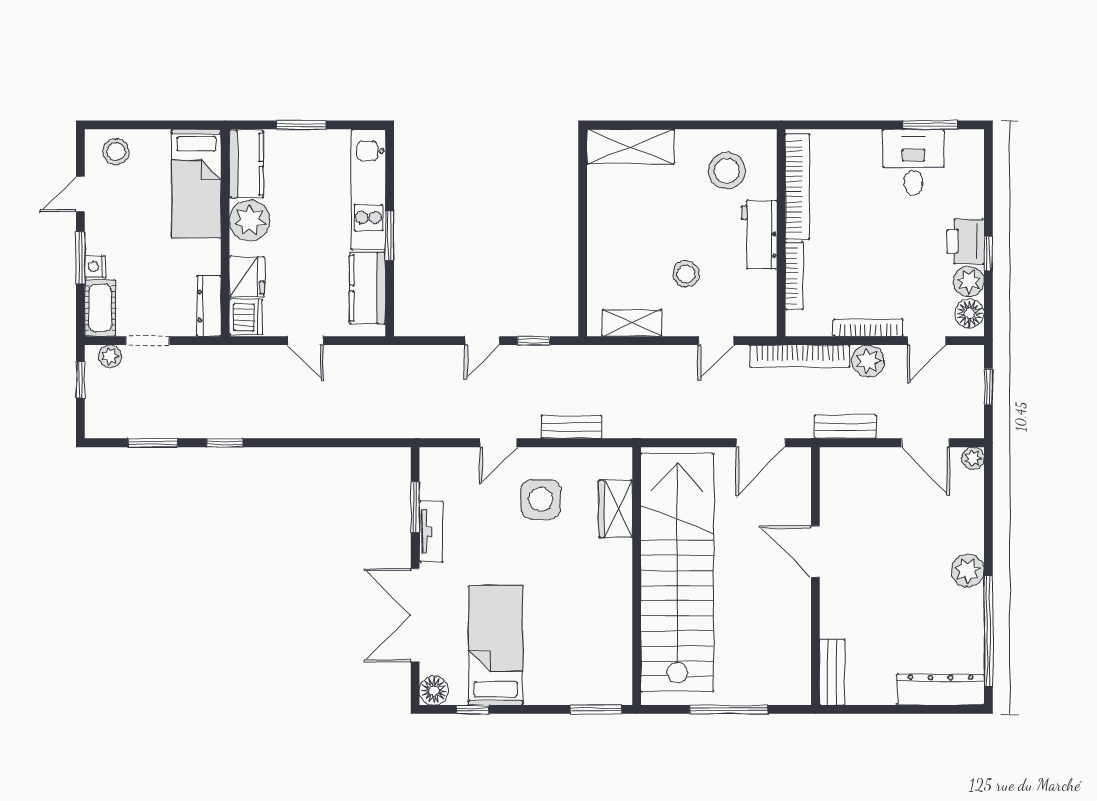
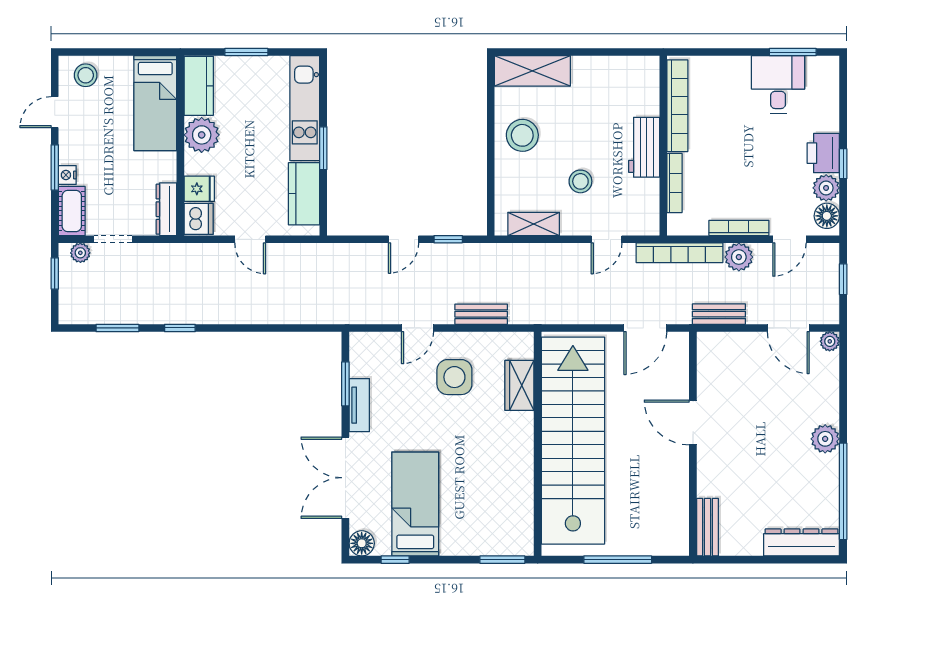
stool: (727, 171) -> (522, 135), moved
fridge: (247, 277) -> (199, 189), width x0.72

